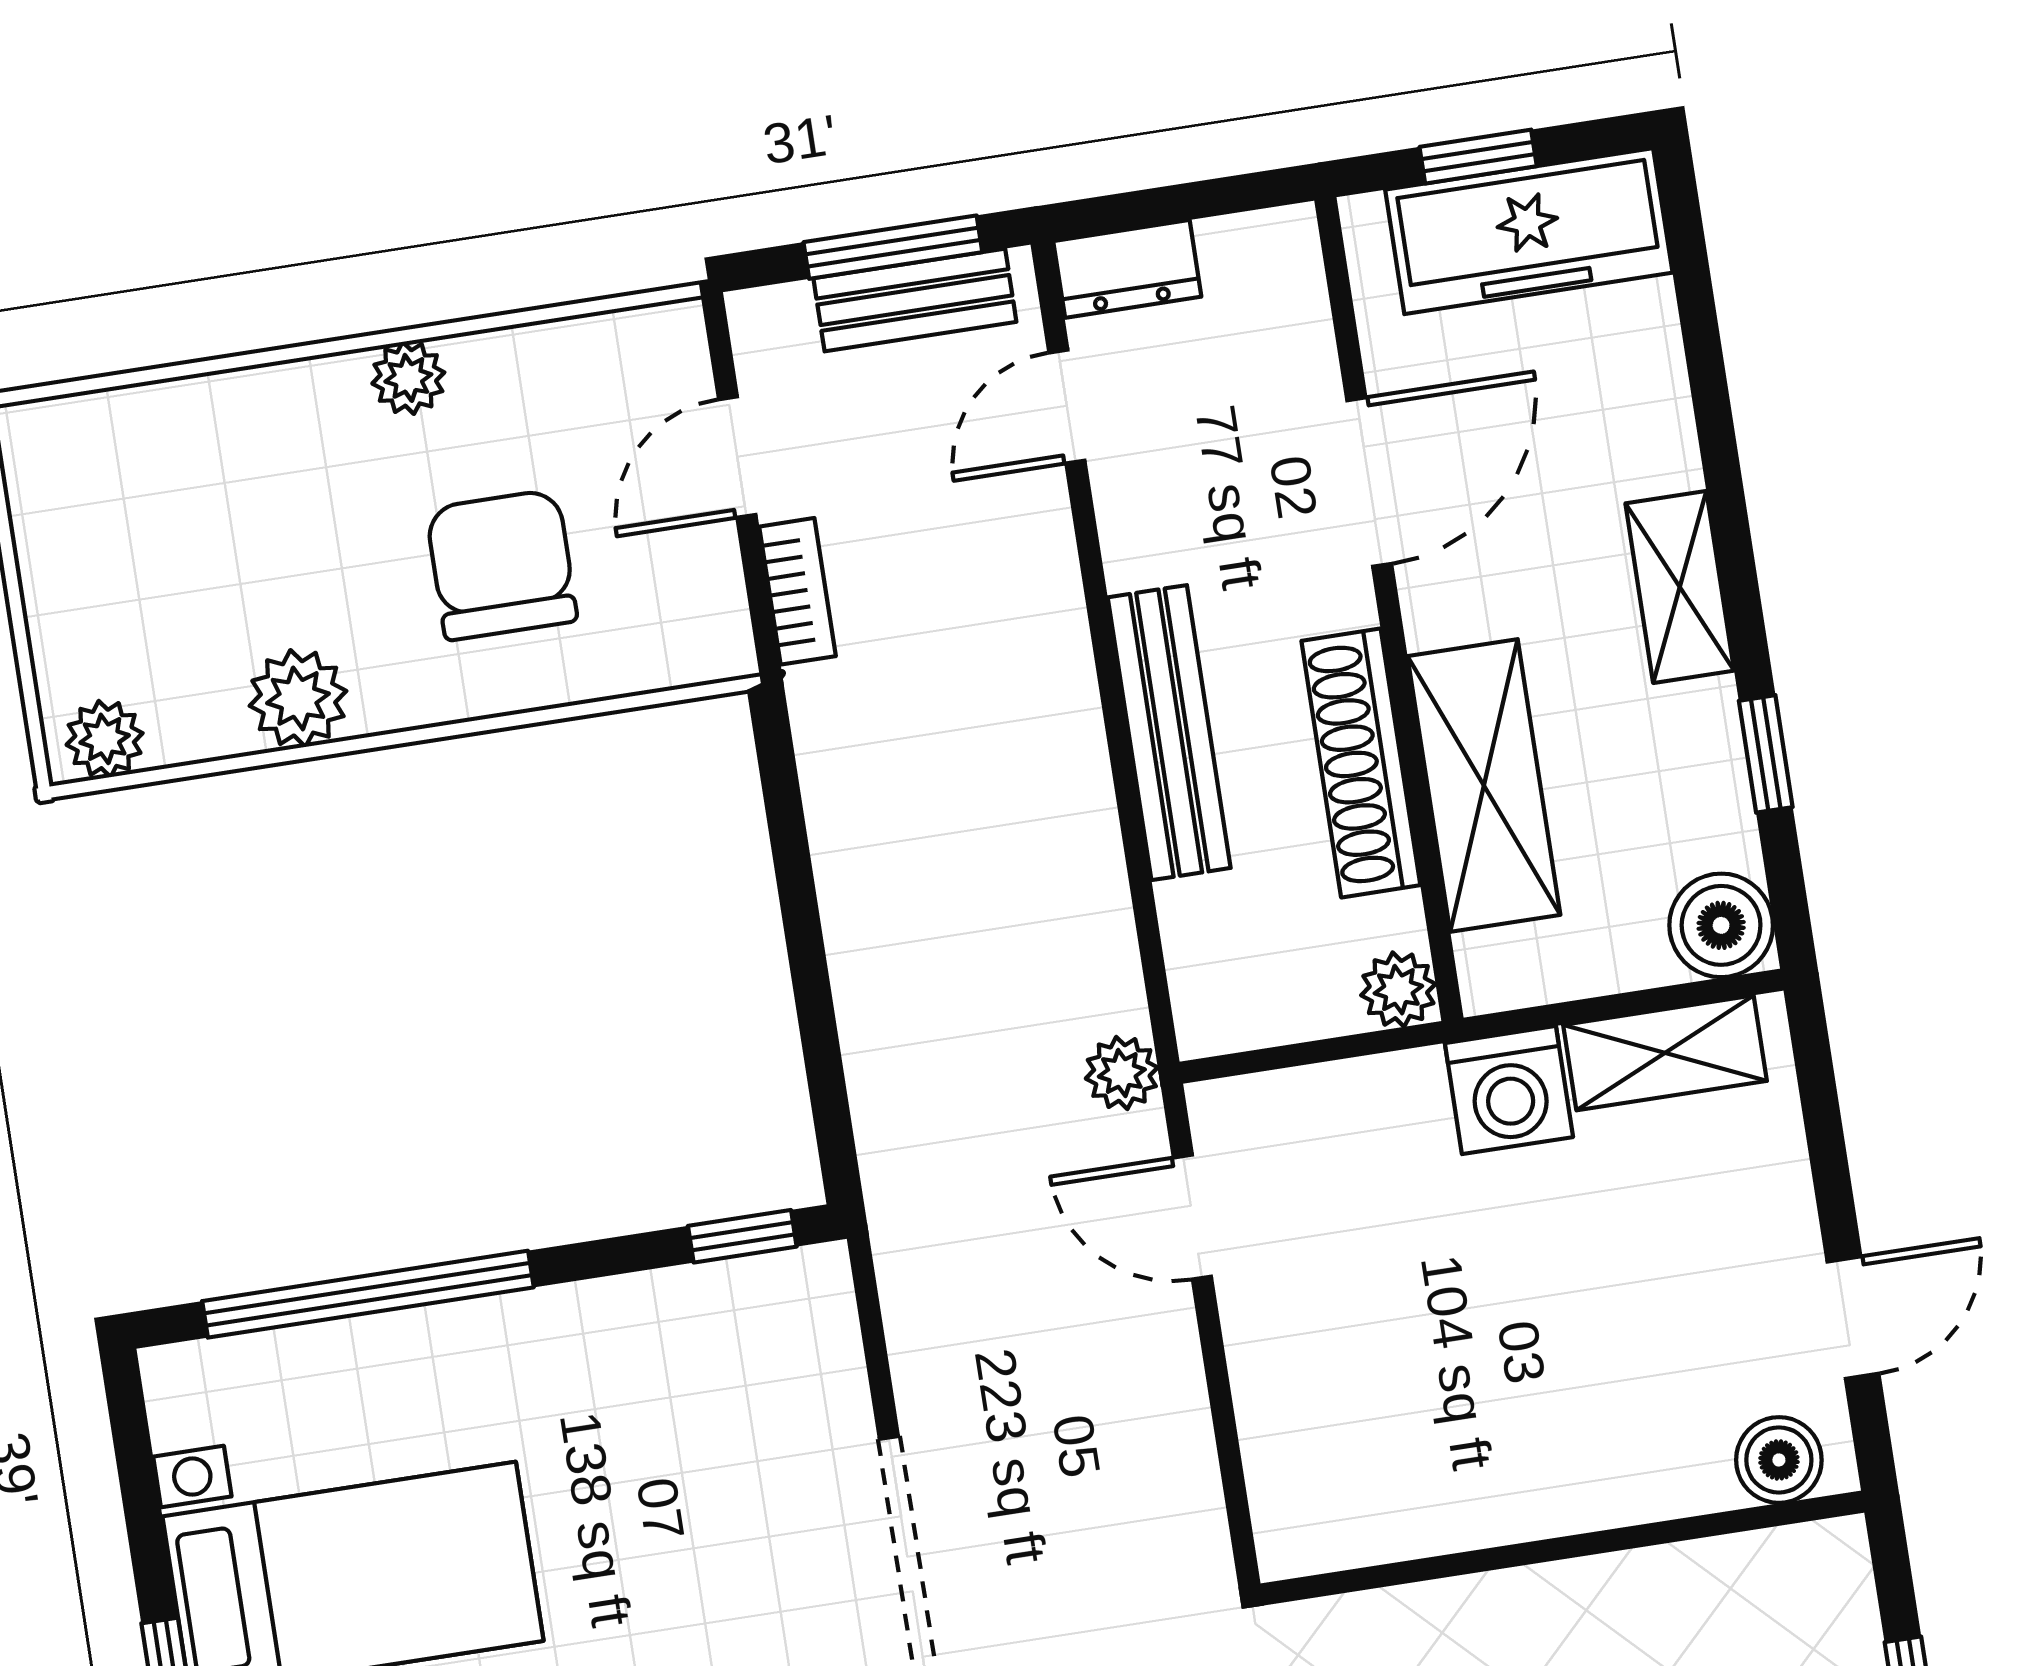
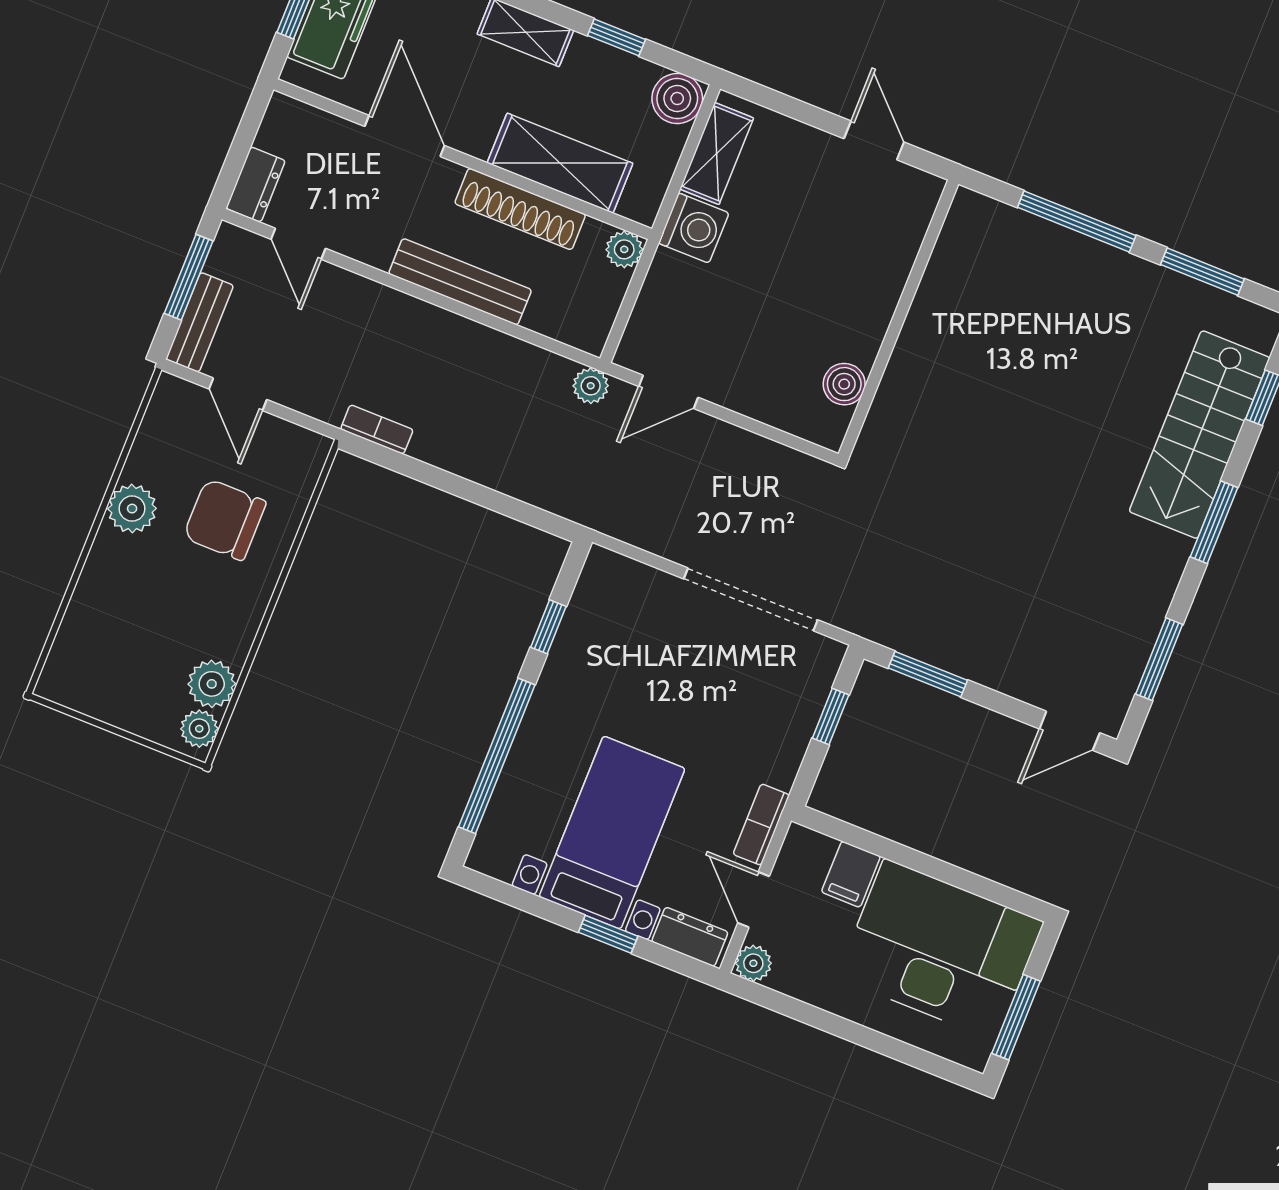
bench: (915, 300) -> (200, 322), moved
plant: (408, 378) -> (132, 509), width x1.38, depth x1.38
bookcase: (798, 591) -> (377, 429), moved
plant: (298, 698) -> (212, 684), moved
window: (742, 1236) -> (548, 627), moved
boiler: (1779, 1460) -> (844, 384), moved

